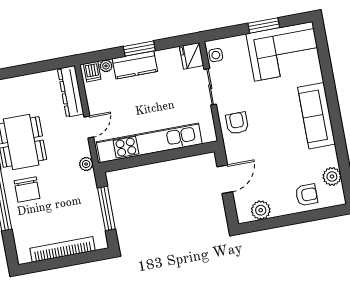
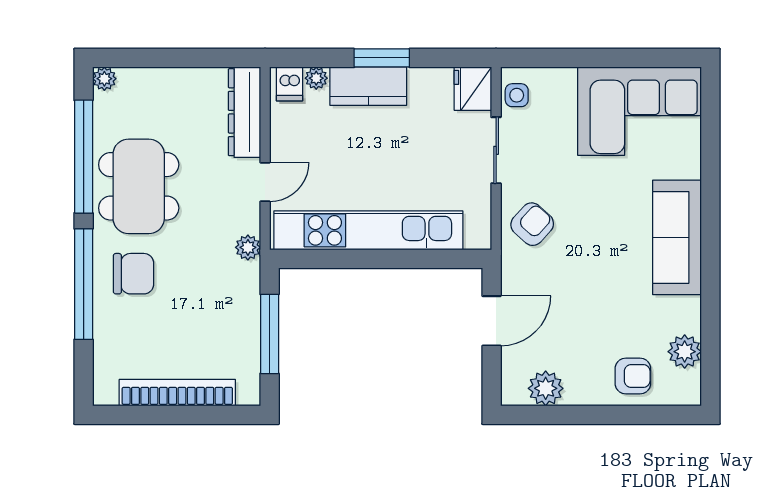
window: (264, 25) -> (612, 58), removed
armchair: (237, 123) -> (532, 224), turned 42
chair: (27, 190) -> (134, 274), turned -90

